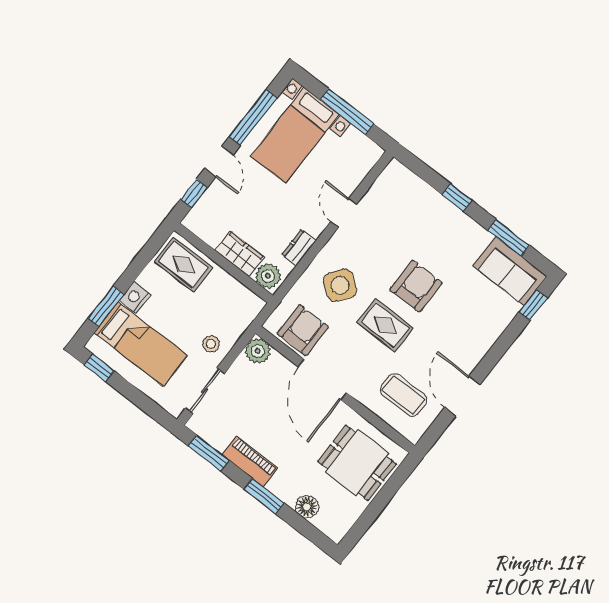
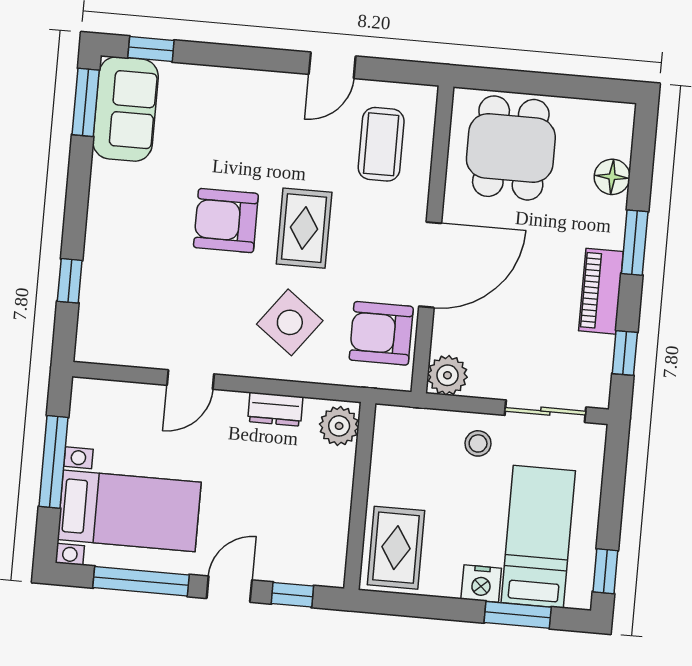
window: (457, 197) -> (70, 281), moved
window: (509, 238) -> (86, 102), moved
wardrobe: (240, 254) -> (334, 482), removed
door: (462, 396) -> (332, 65), width x0.73
window: (209, 453) -> (625, 353), width x0.67

